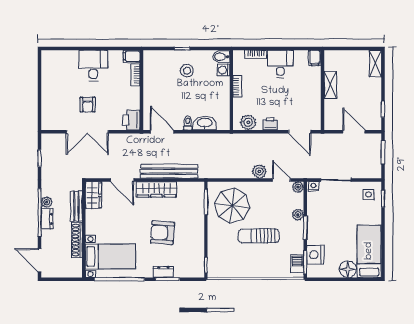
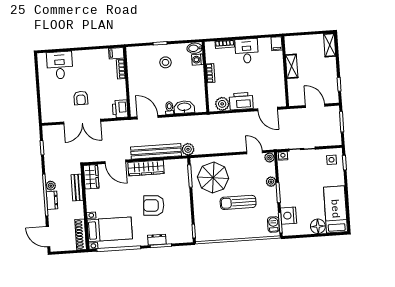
desk: (93, 66) -> (60, 65), moved
printer: (270, 124) -> (241, 101), width x1.87, depth x1.48
plant: (259, 171) -> (188, 149), moved
shoe rack: (77, 240) -> (81, 234), moved

